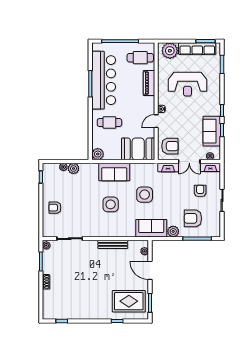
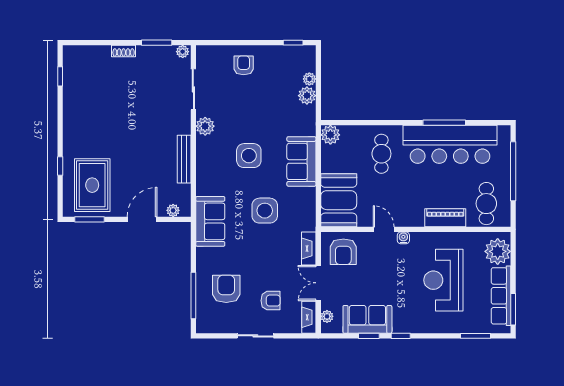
plant: (173, 231) -> (205, 126), moved

